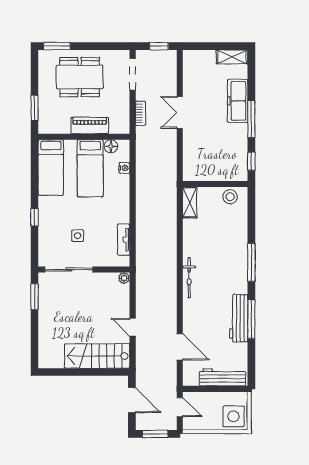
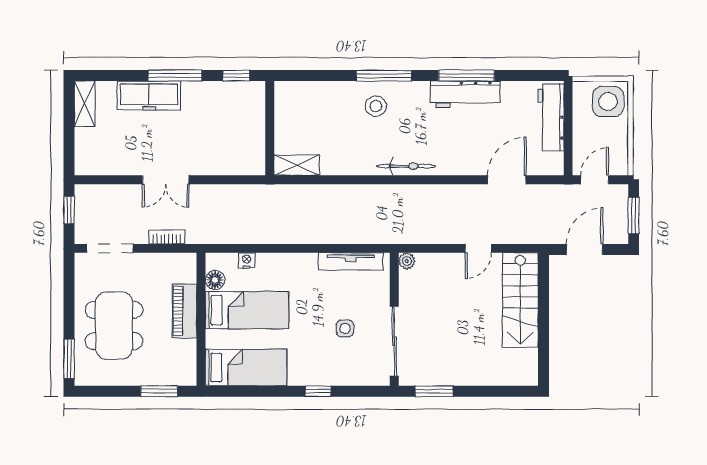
stool: (230, 197) -> (376, 106), moved
tv unit: (124, 240) -> (351, 261), width x1.41

